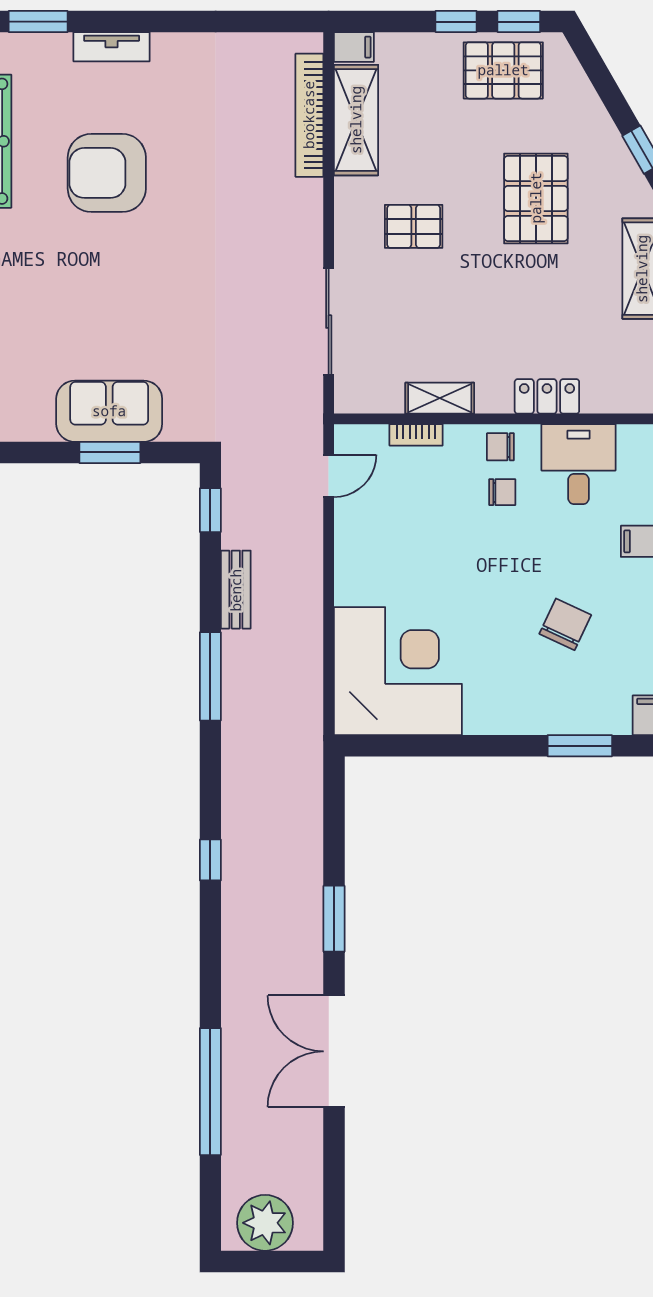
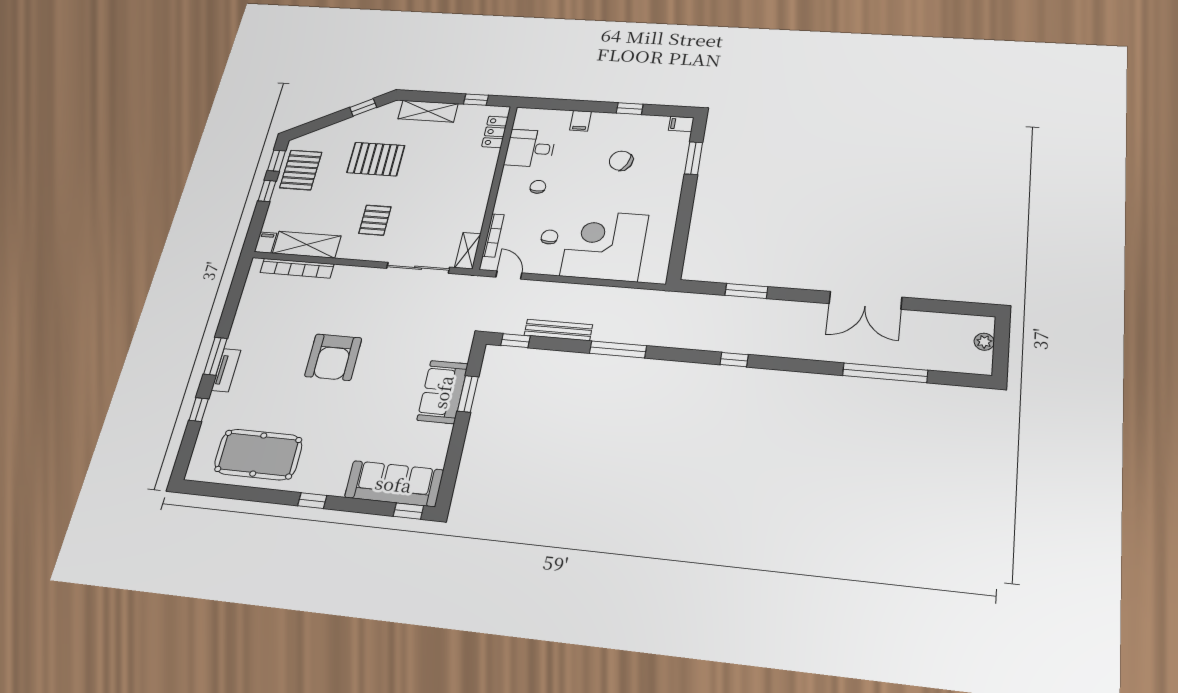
window: (38, 22) -> (199, 410), width x0.67
window: (135, 22) -> (215, 356), added
armchair: (107, 173) -> (333, 357), moved
locker: (547, 396) -> (495, 132), moved
shelving: (440, 398) -> (468, 251), moved
bookcase: (416, 435) -> (493, 235), width x1.56
chair: (500, 447) -> (549, 237), moved, turned 180
bench: (236, 590) -> (558, 330), width x1.36
corner desk: (398, 671) -> (604, 245), moved
window: (334, 919) -> (746, 291), moved
plant: (265, 1223) -> (984, 342), width x0.53, depth x0.53

